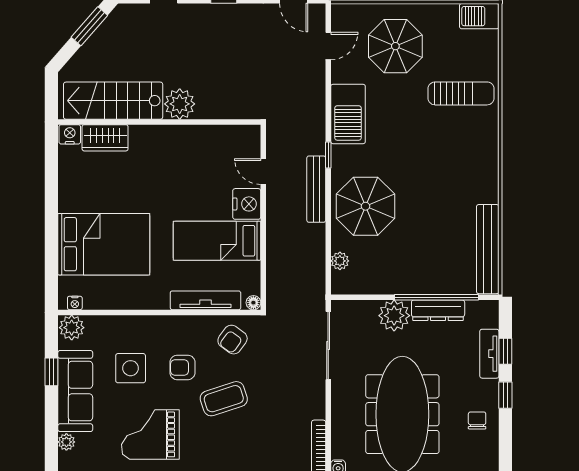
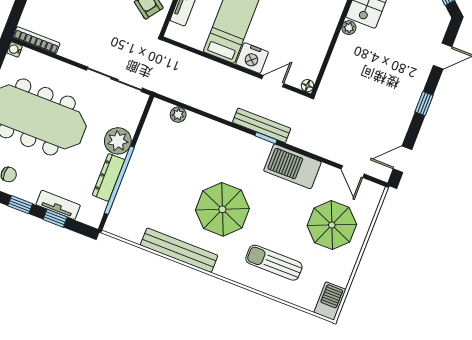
sun lounger: (461, 93) -> (274, 263), turned 90
plant: (180, 104) -> (349, 28), width x0.53, depth x0.53
bench: (316, 189) -> (262, 125), moved
parasol: (365, 206) -> (222, 209), moved
bench: (488, 249) -> (179, 250), moved
floor lamp: (253, 303) -> (308, 86), moved

